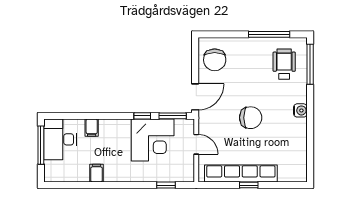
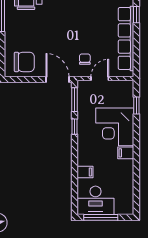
chair: (251, 118) -> (85, 59), moved, width x0.54, depth x0.54
corner desk: (153, 140) -> (115, 127), moved, turned 180
filing cabinet: (96, 173) -> (126, 153), moved
window: (249, 185) -> (136, 15), moved

